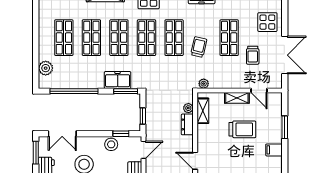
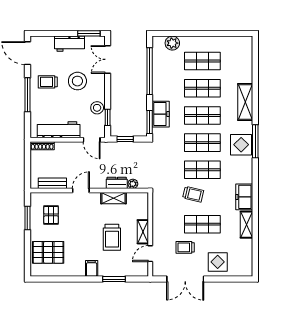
plant: (204, 84) -> (157, 199), removed
shelving: (203, 111) -> (113, 198), moved

